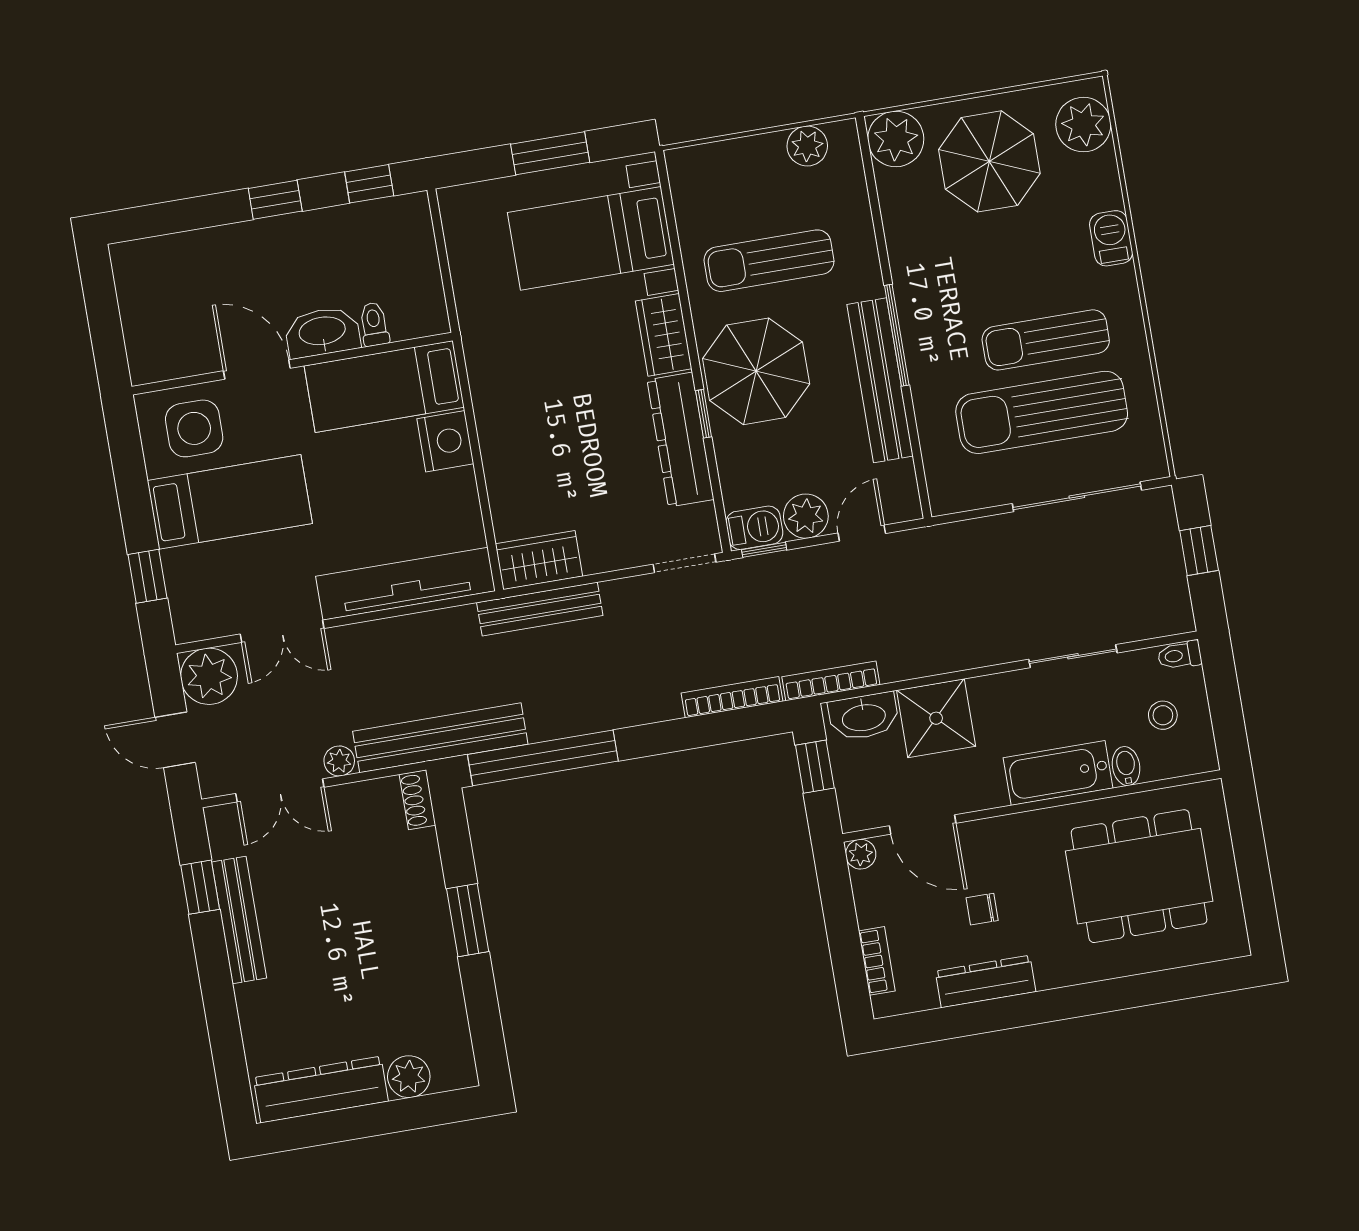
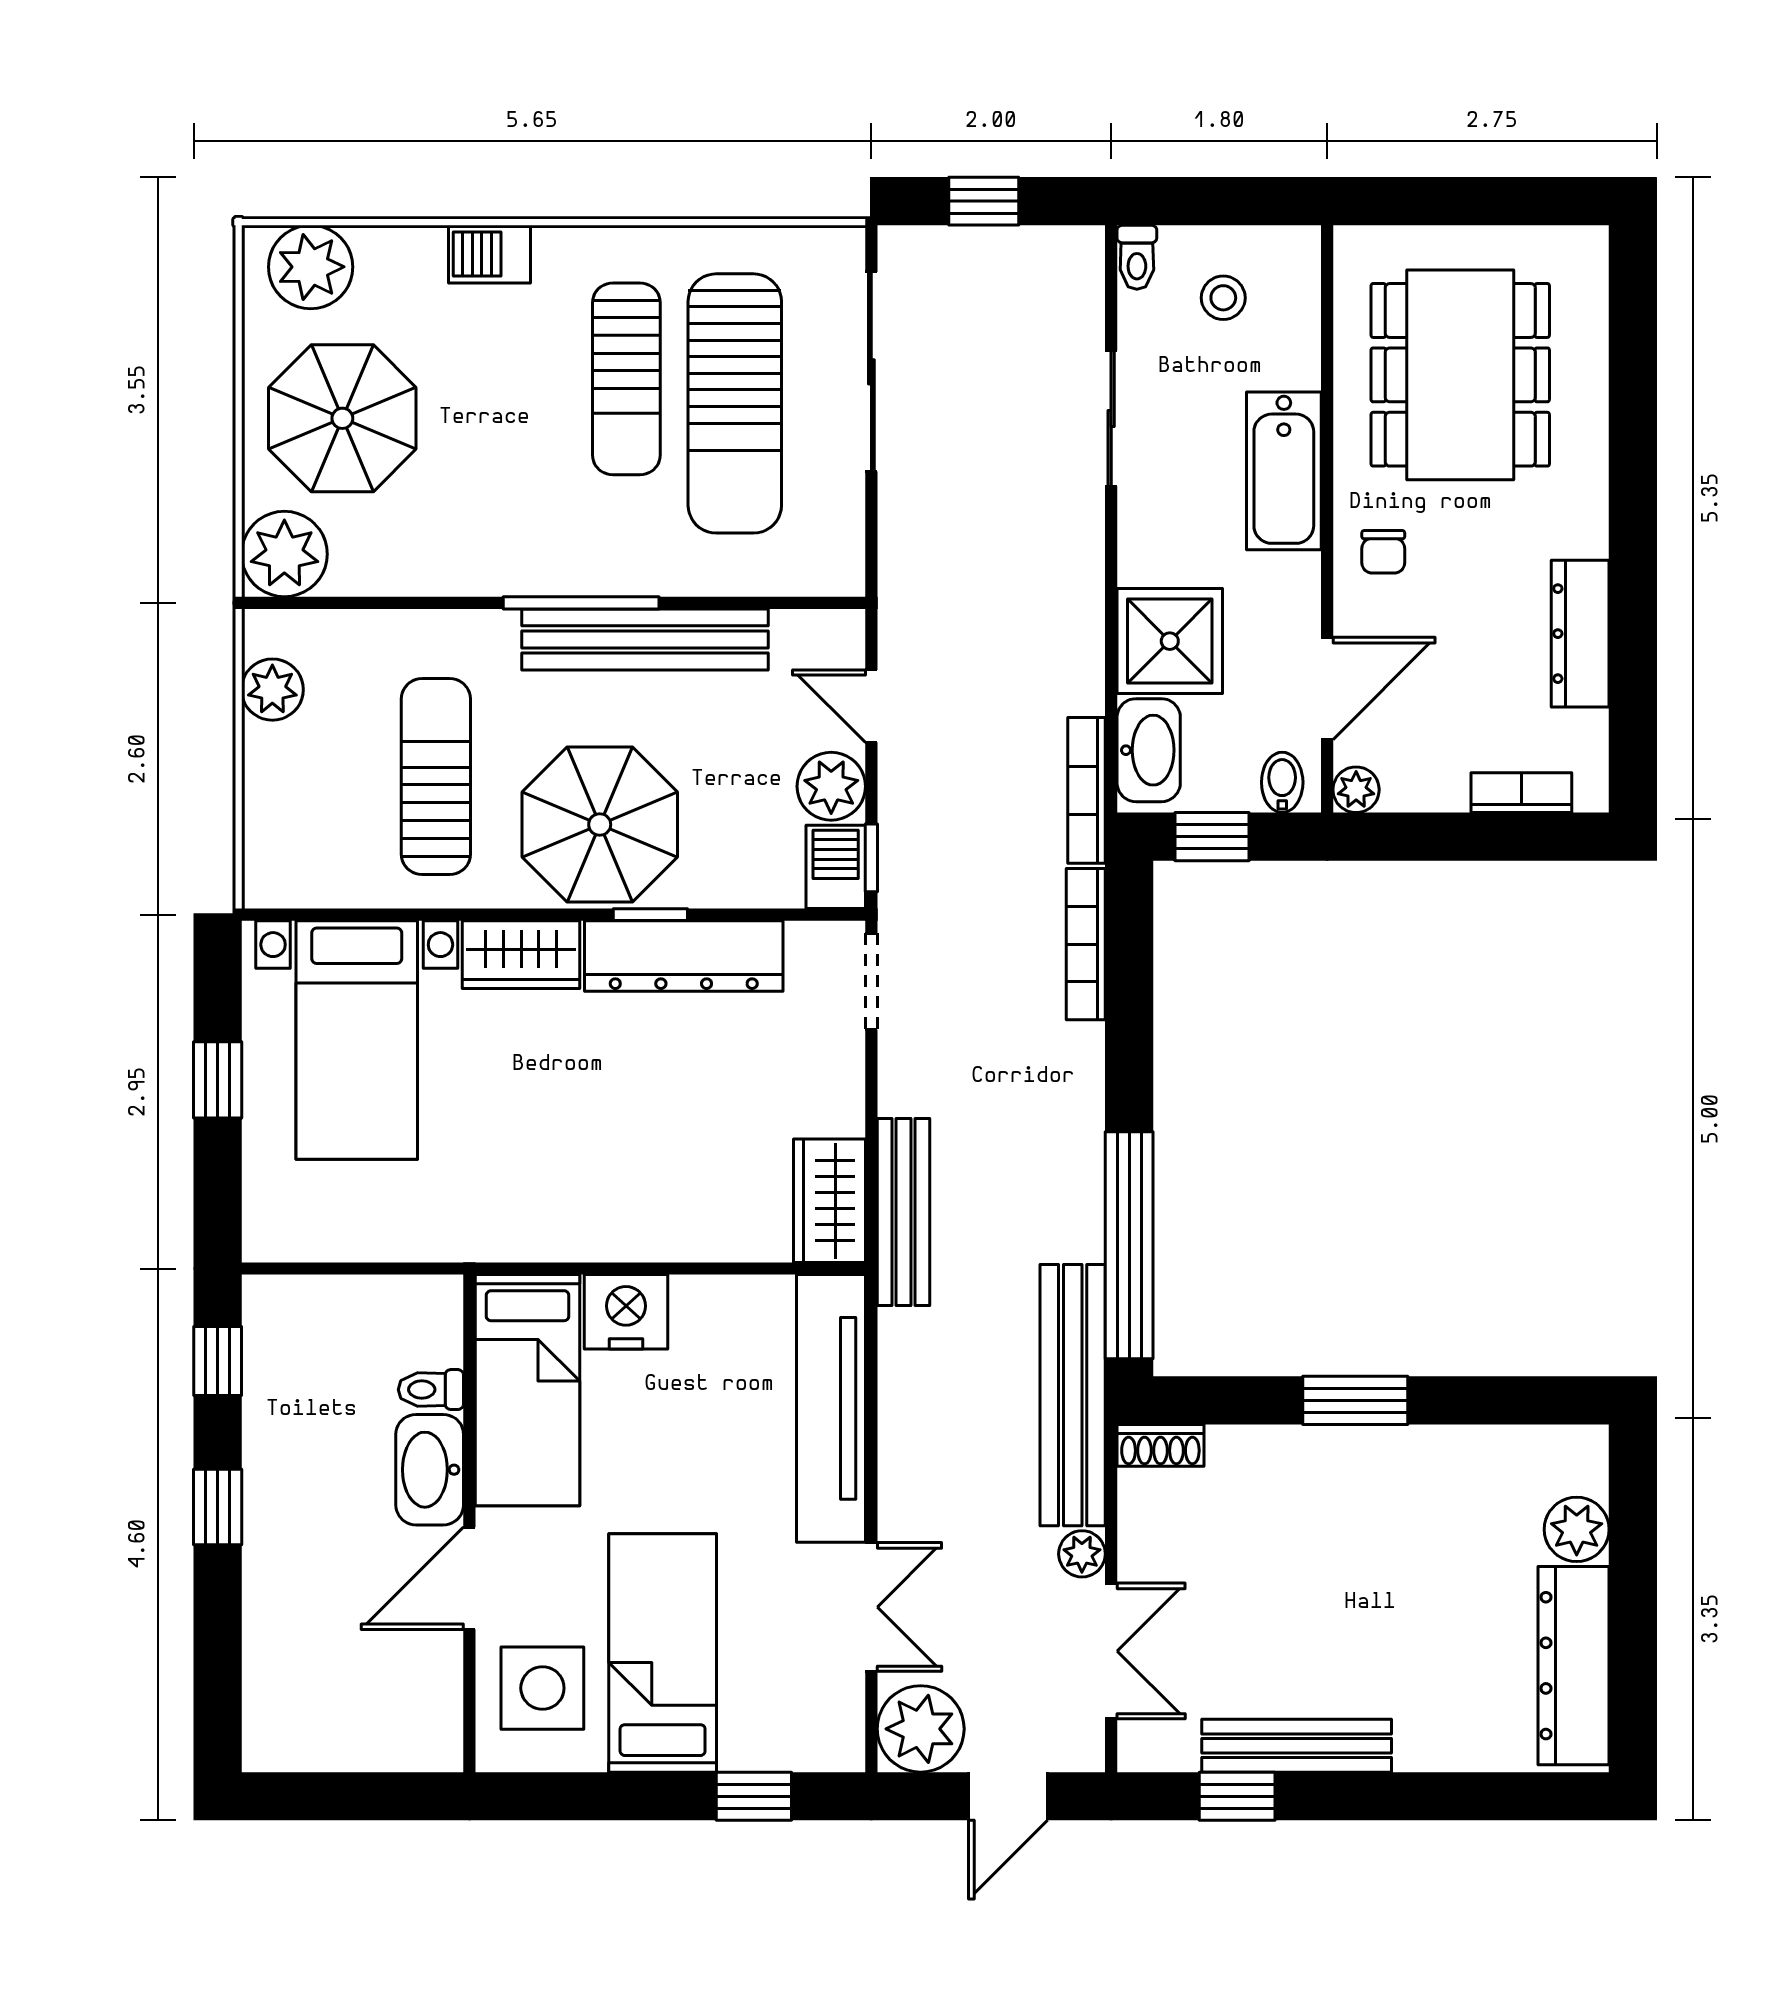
window: (550, 153) -> (218, 1080), width x0.67
sun lounger: (769, 261) -> (436, 777), turned 180
bidet: (1126, 766) -> (1282, 782), moved, turned 90
chair: (982, 909) -> (1383, 552), moved

